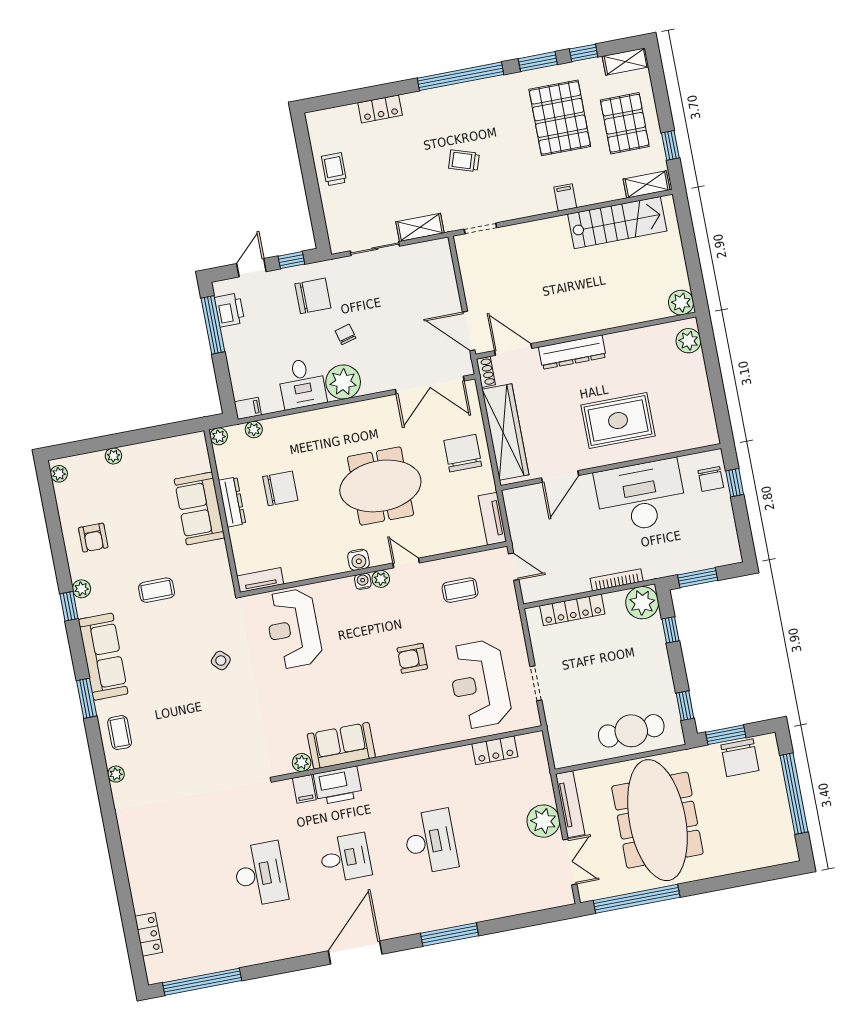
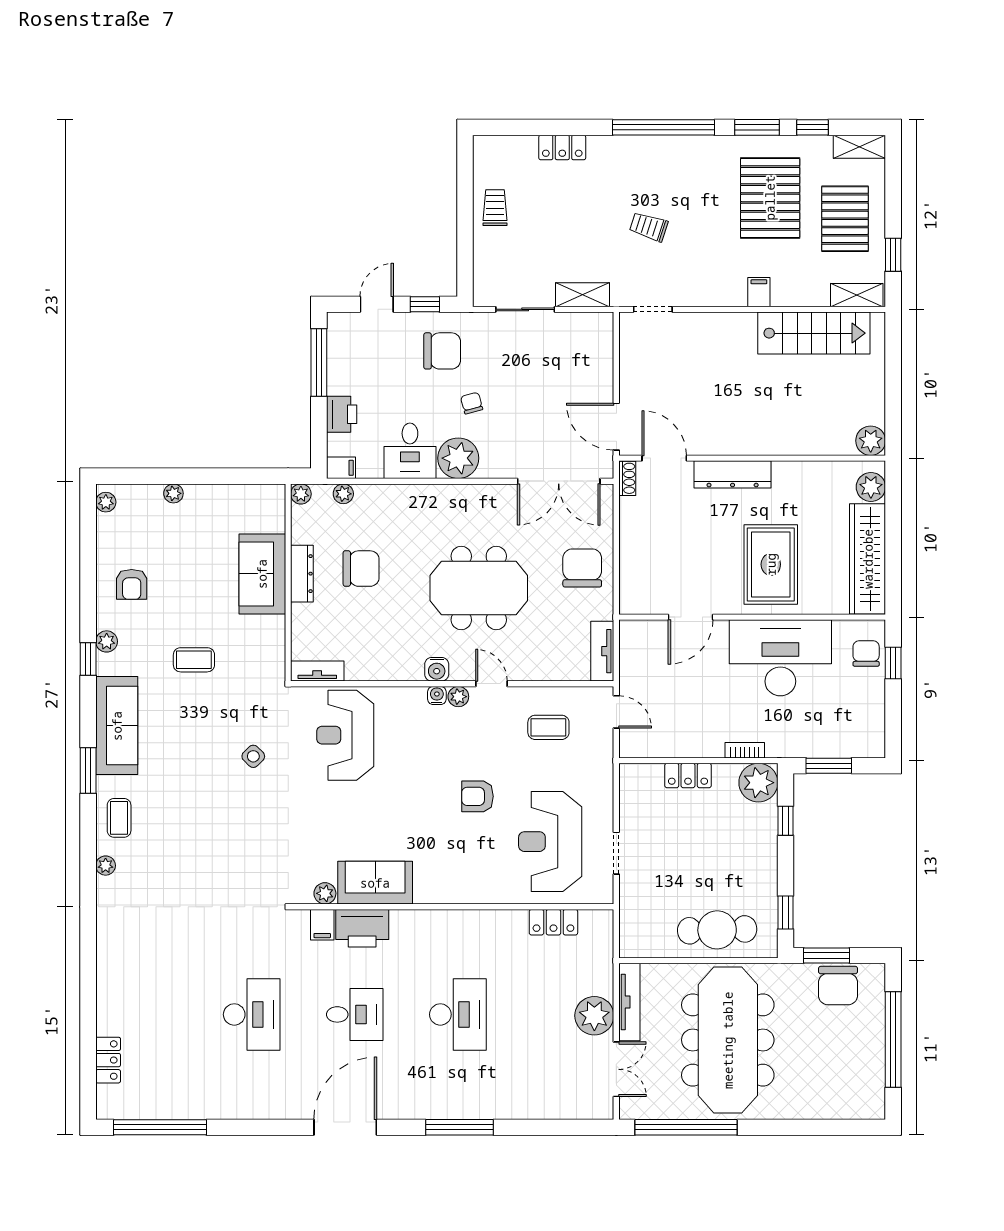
printer: (229, 310) -> (342, 414), moved
rug: (618, 420) -> (771, 564), turned 90
wardrobe: (505, 432) -> (868, 559), moved, turned 180
chair: (711, 479) -> (866, 653), turned 180
bookcase: (617, 580) -> (745, 750), width x0.64
locker: (572, 610) -> (688, 776), width x0.66

